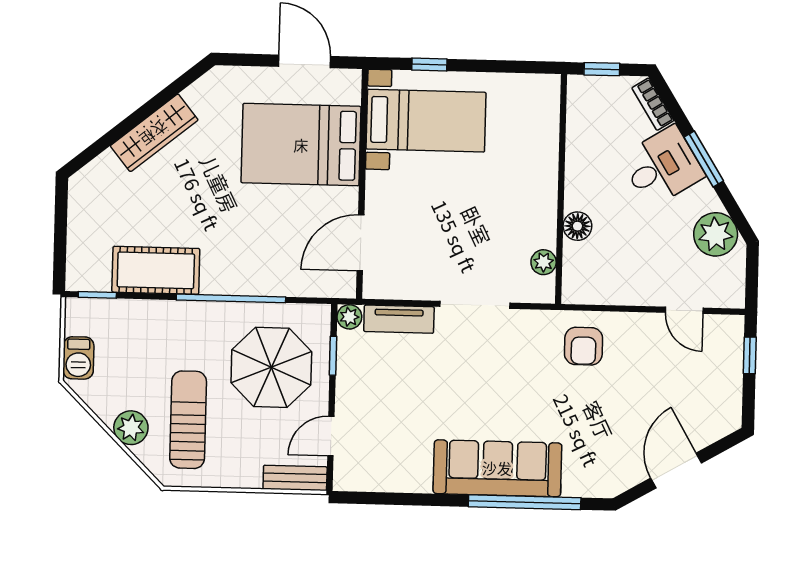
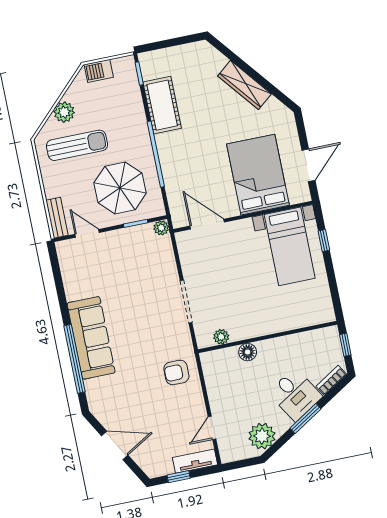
tv unit: (399, 319) -> (195, 461), moved, turned 90
window: (750, 355) -> (179, 477), moved

